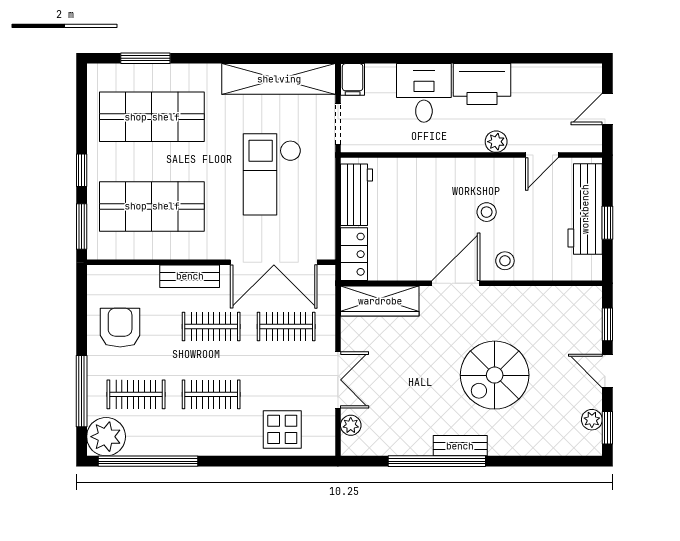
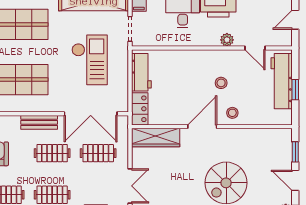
door: (542, 155) -> (255, 48), hinge flipped
checkout: (272, 174) -> (90, 60), turned 180

